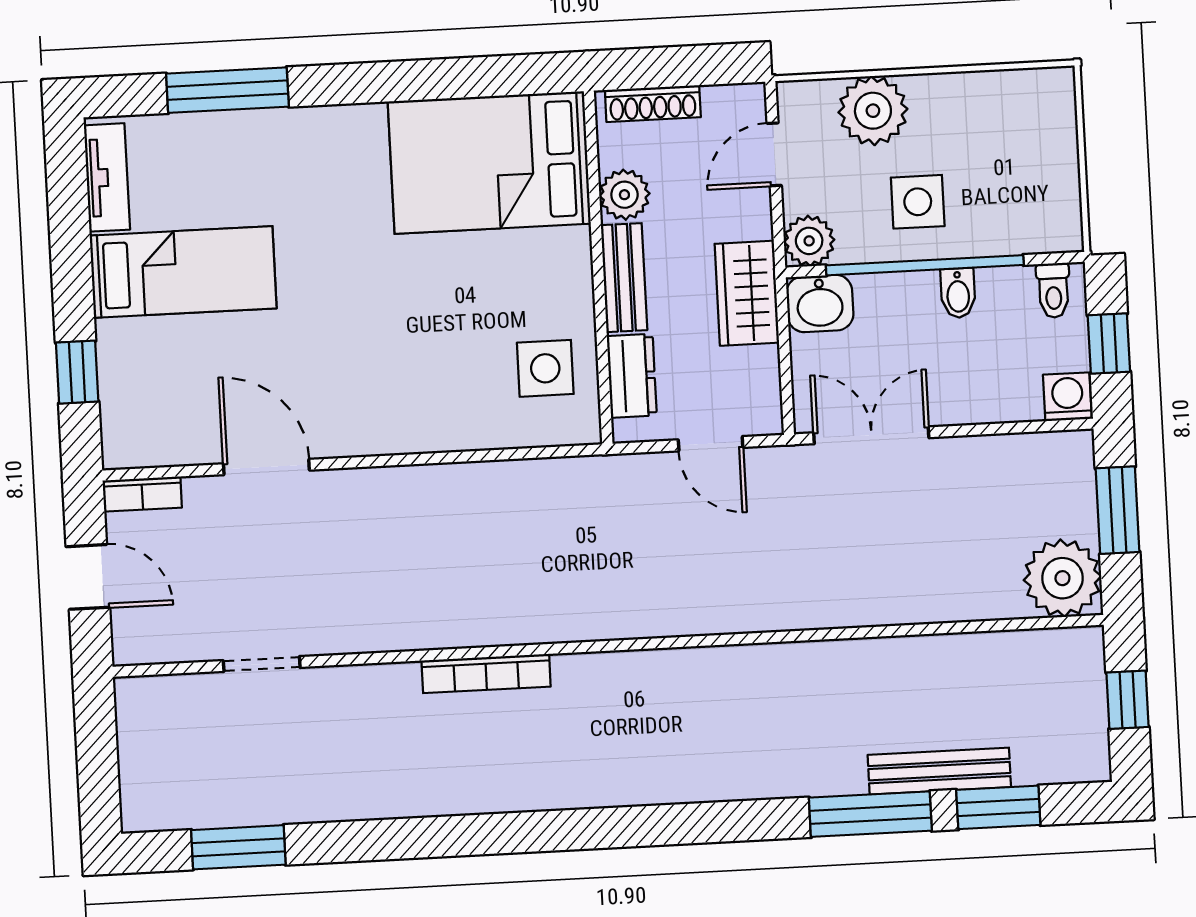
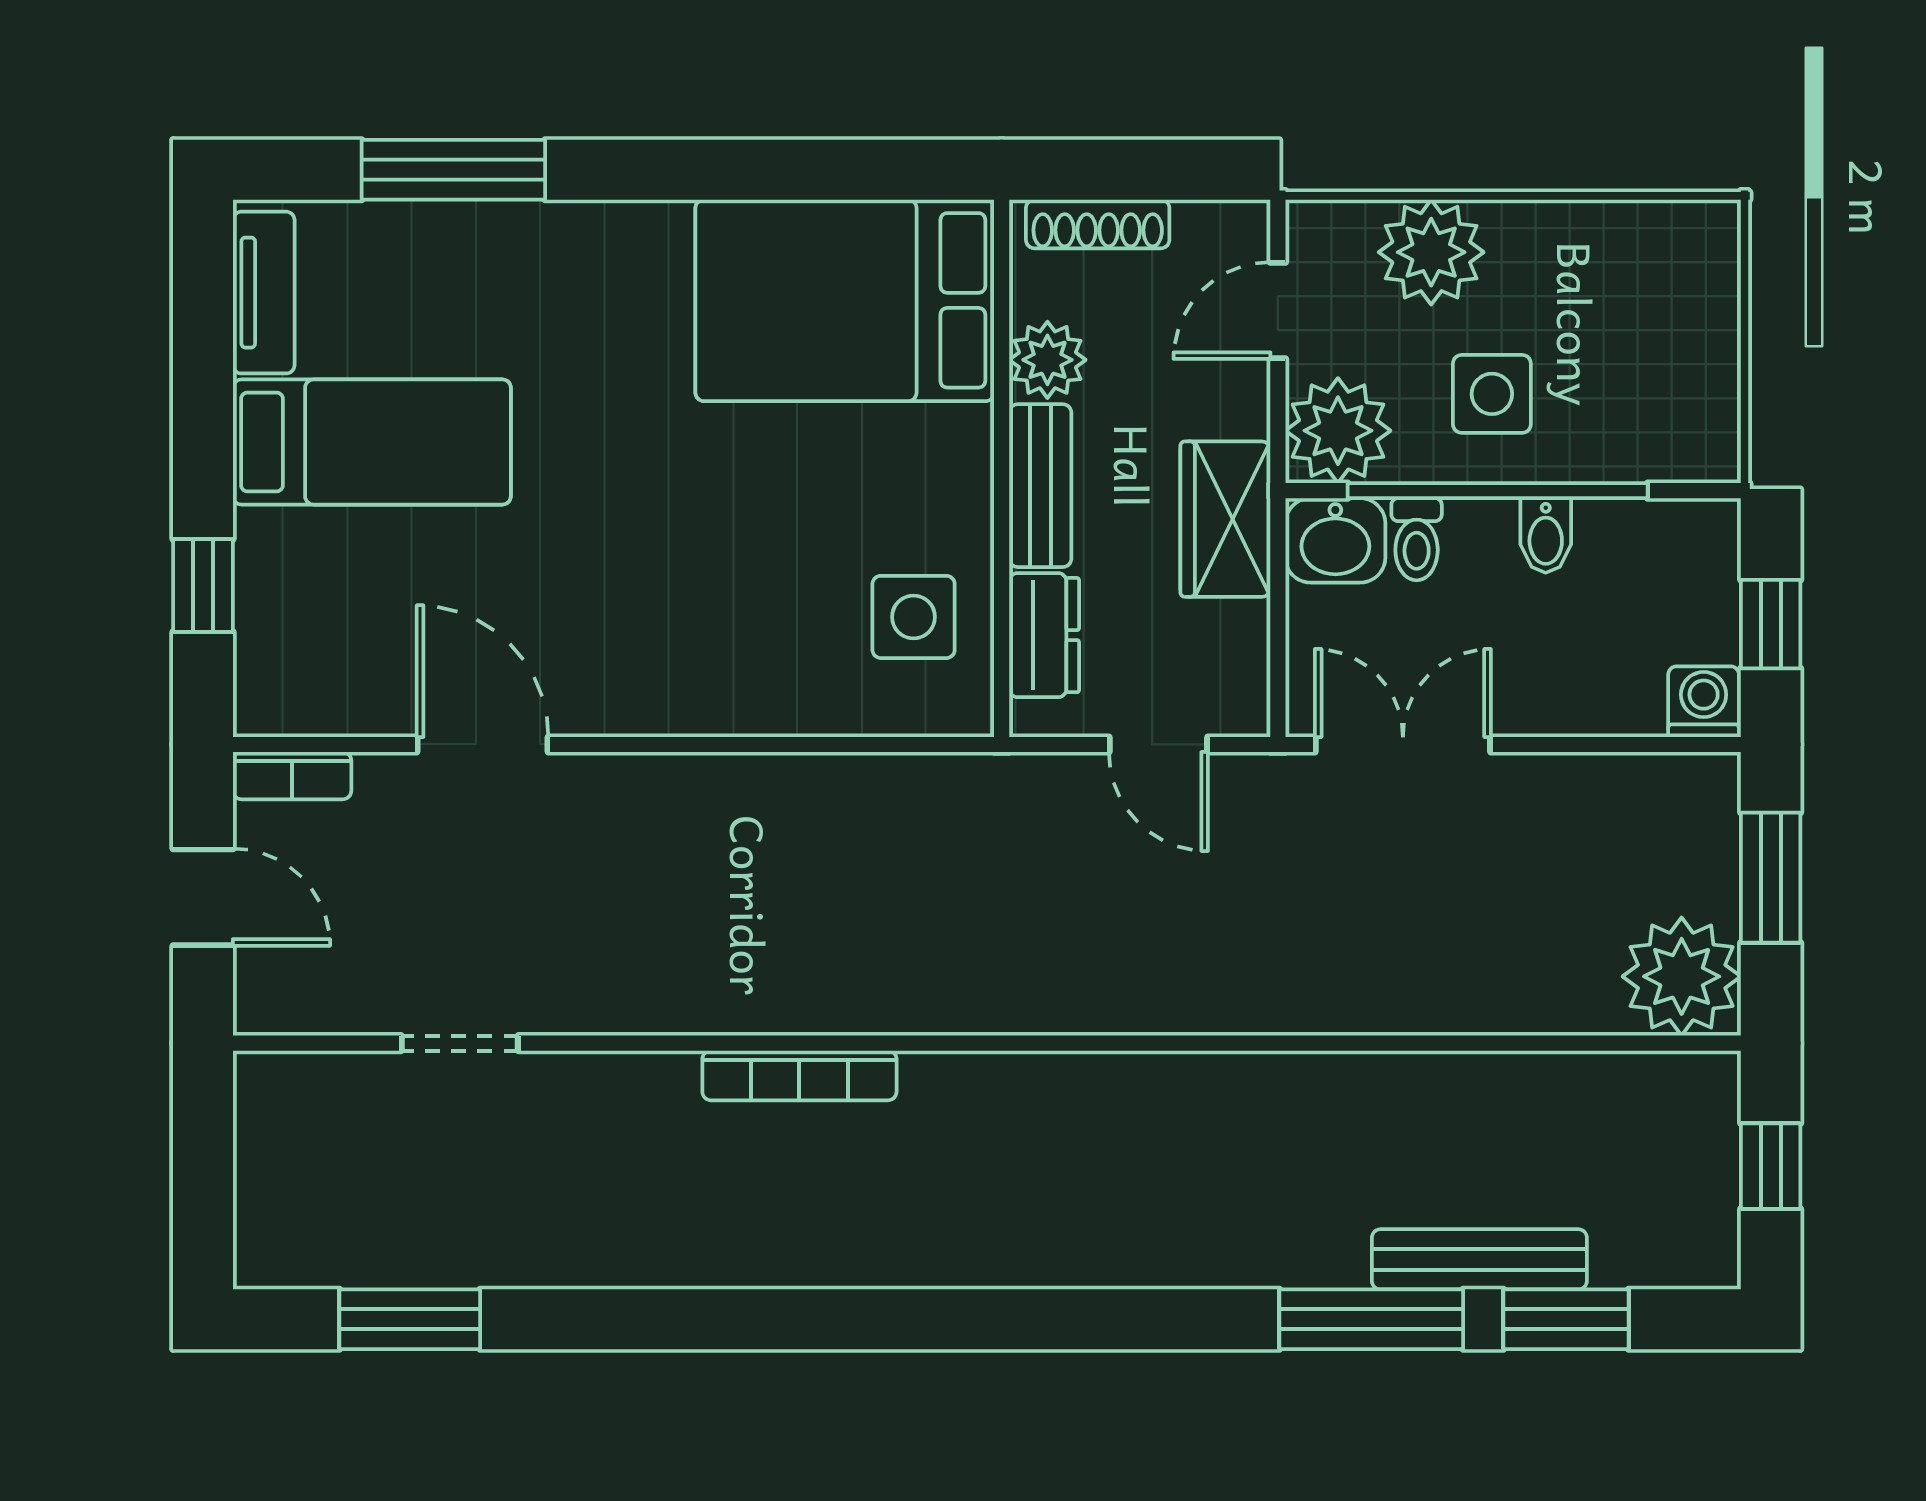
plant: (809, 241) -> (1338, 431), width x1.36, depth x1.36
toilet: (1053, 290) -> (1417, 539), moved

